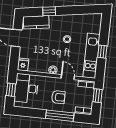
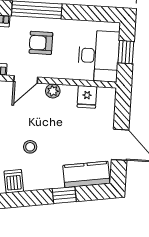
dishwasher: (77, 20) -> (14, 181), added
fridge: (23, 64) -> (87, 97), moved
door: (68, 77) -> (26, 79), hinge flipped

